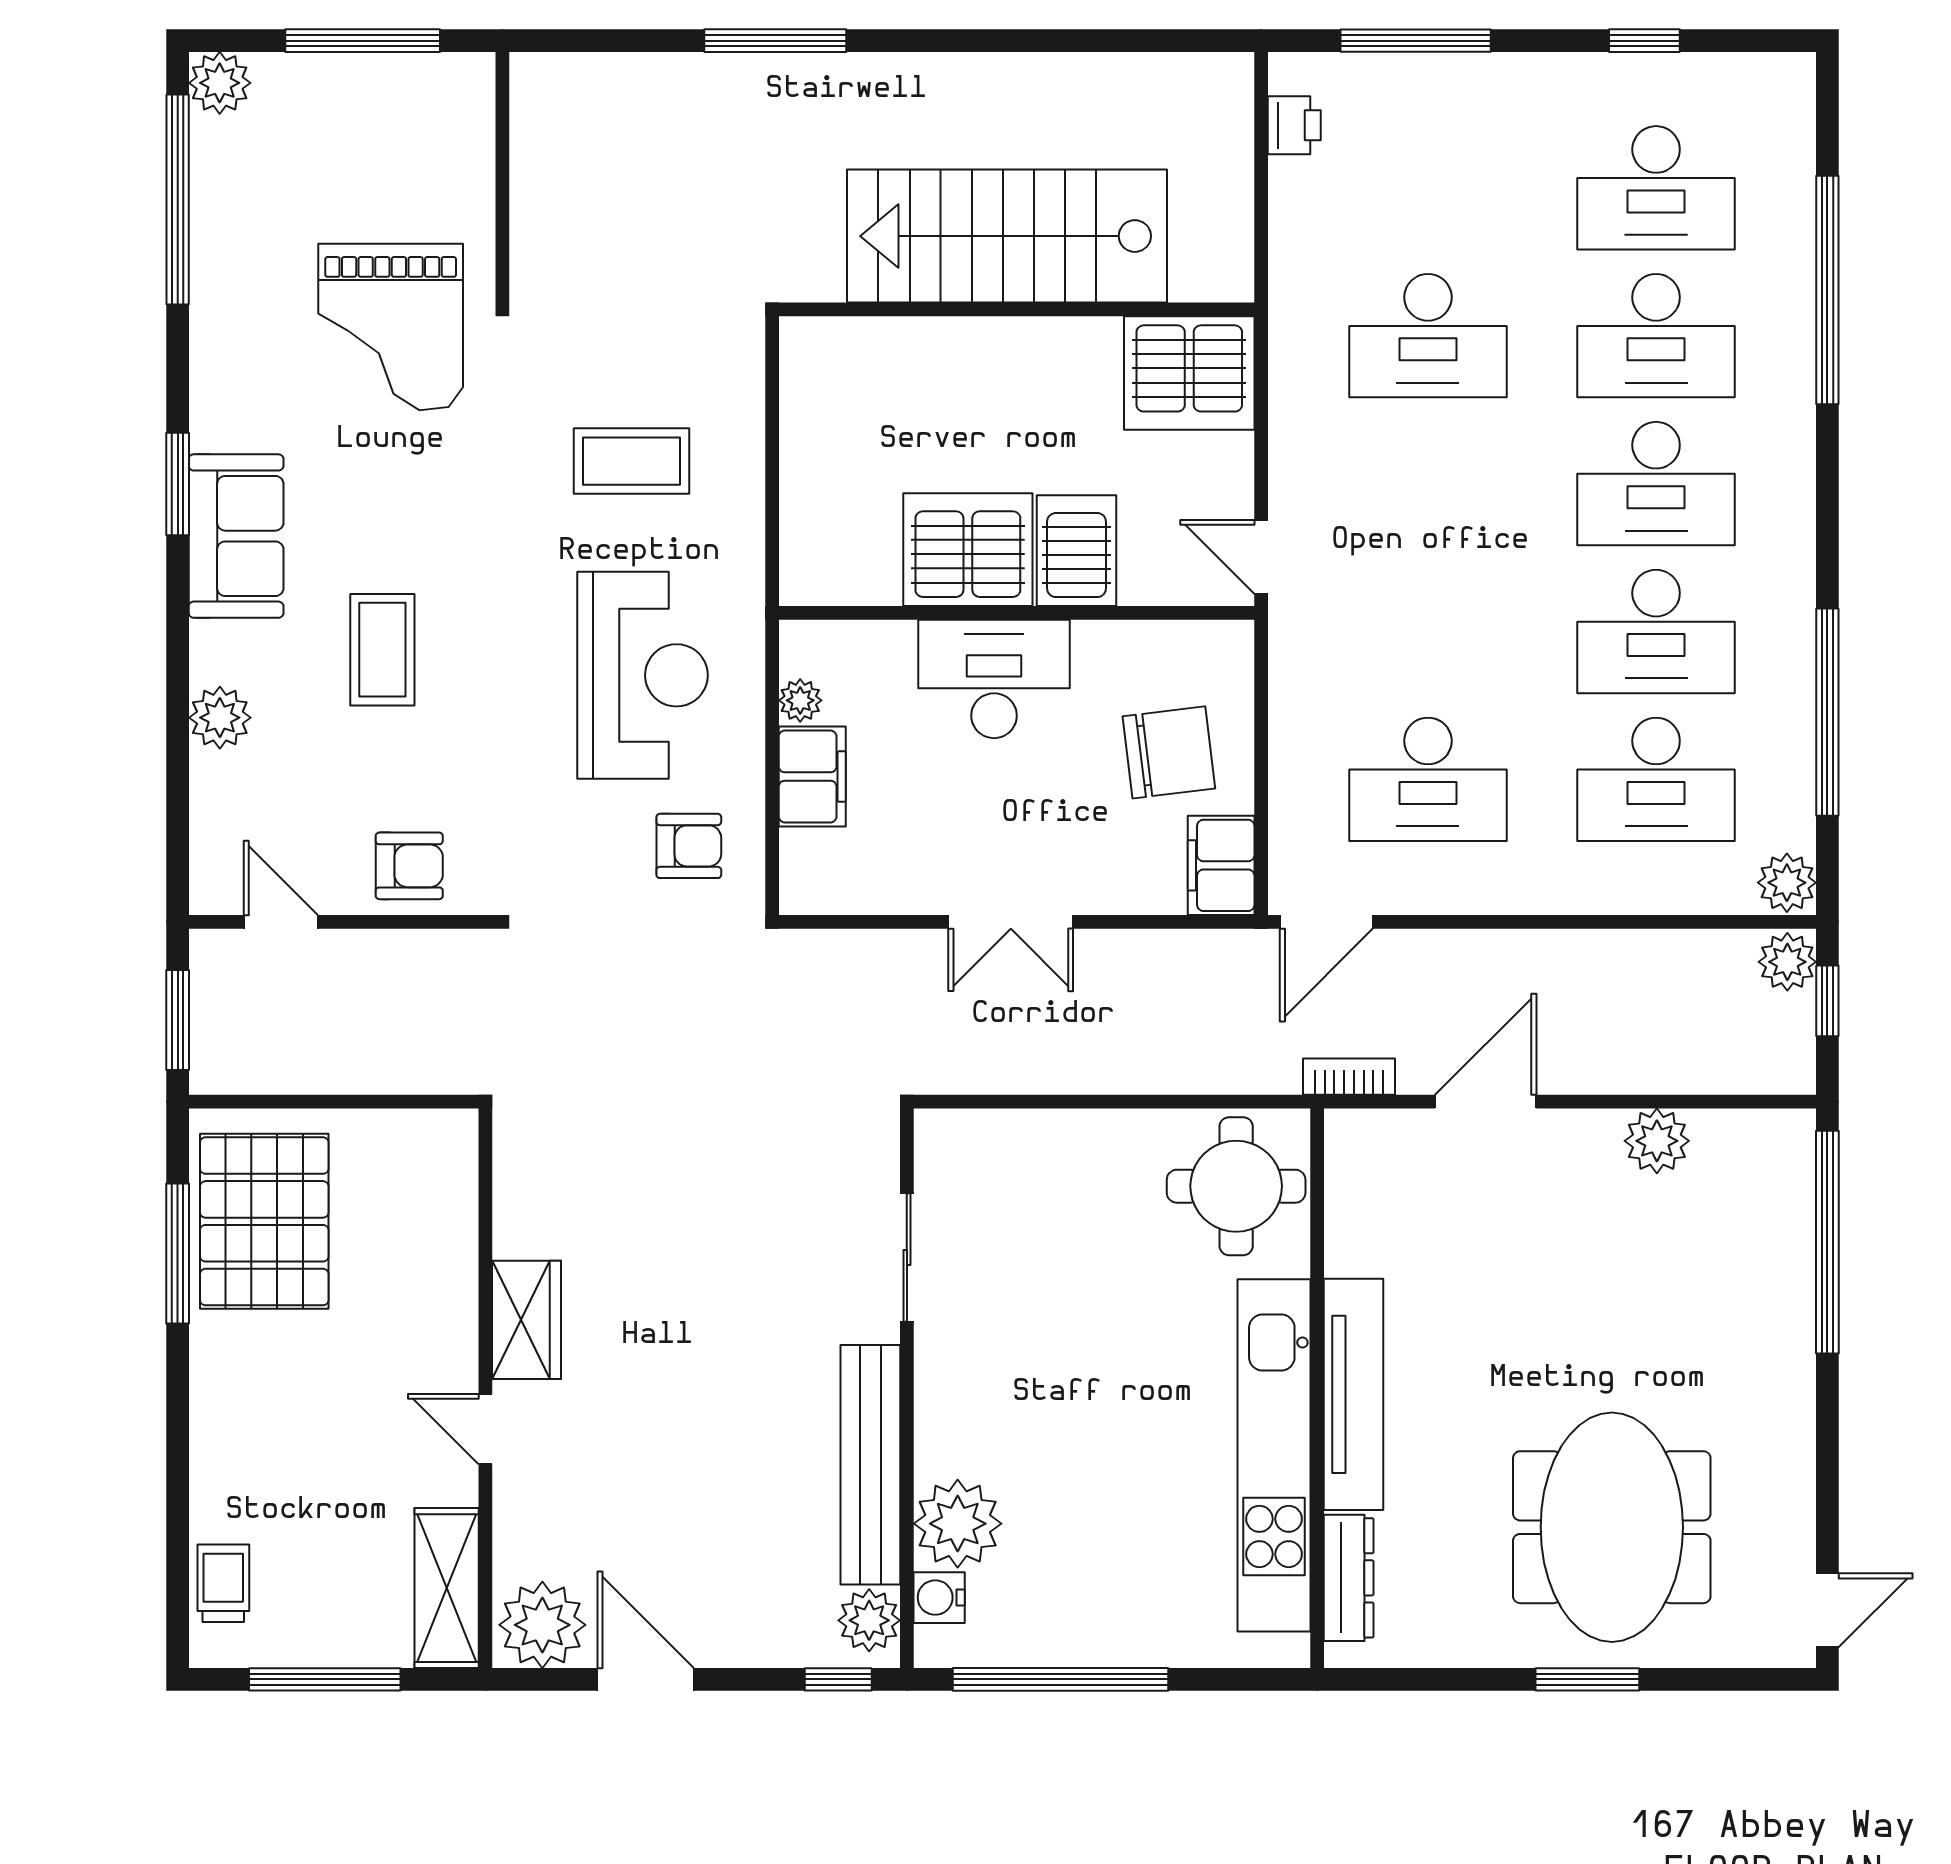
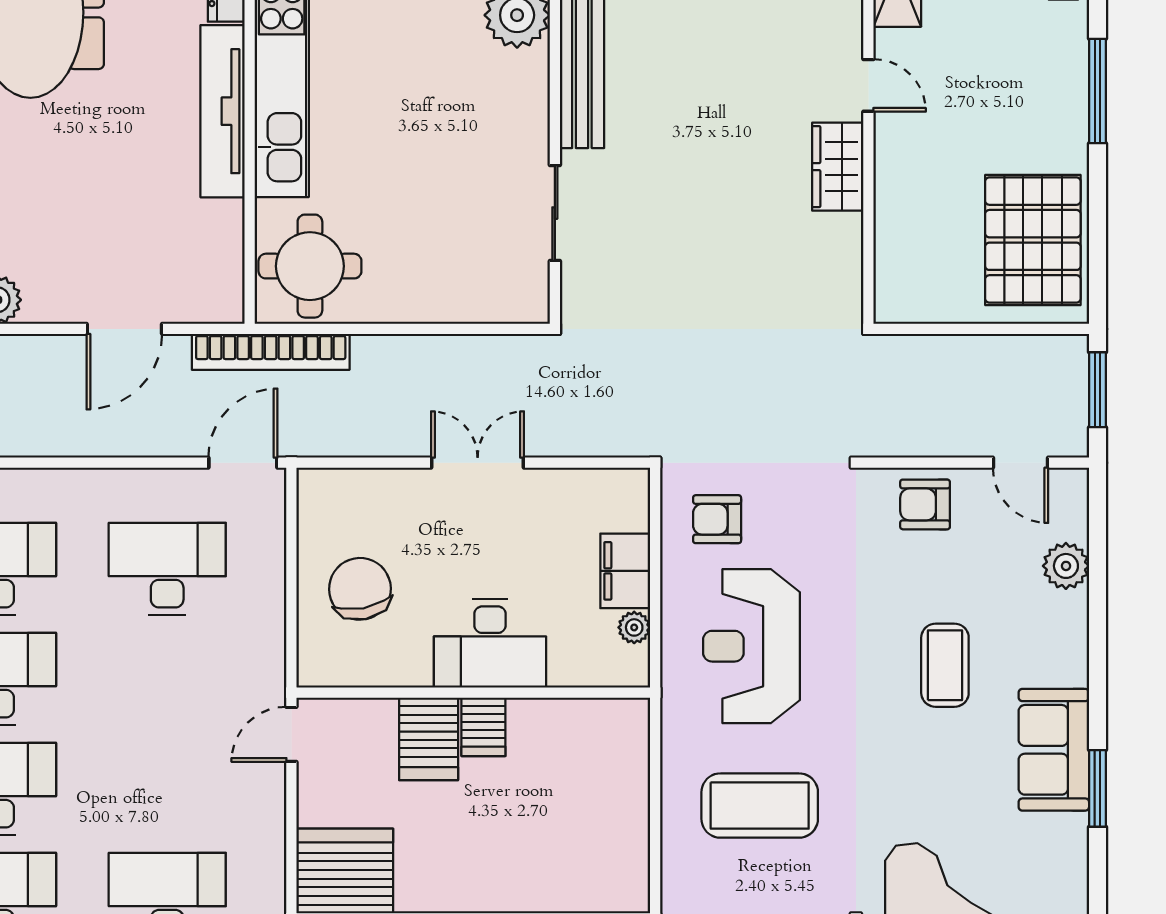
coffee table: (632, 461) -> (760, 806), width x1.36, depth x1.32
server rack: (968, 550) -> (483, 727), width x0.46, depth x0.70
door: (1261, 557) -> (291, 734), swing flipped
plant: (220, 718) -> (1066, 566), moved
chair: (1169, 752) -> (360, 589), turned 86
filing cabinet: (1221, 865) -> (321, 505), removed
bookcase: (1349, 1077) -> (271, 352), width x2.31, depth x1.31
window: (178, 1253) -> (1097, 91), moved

